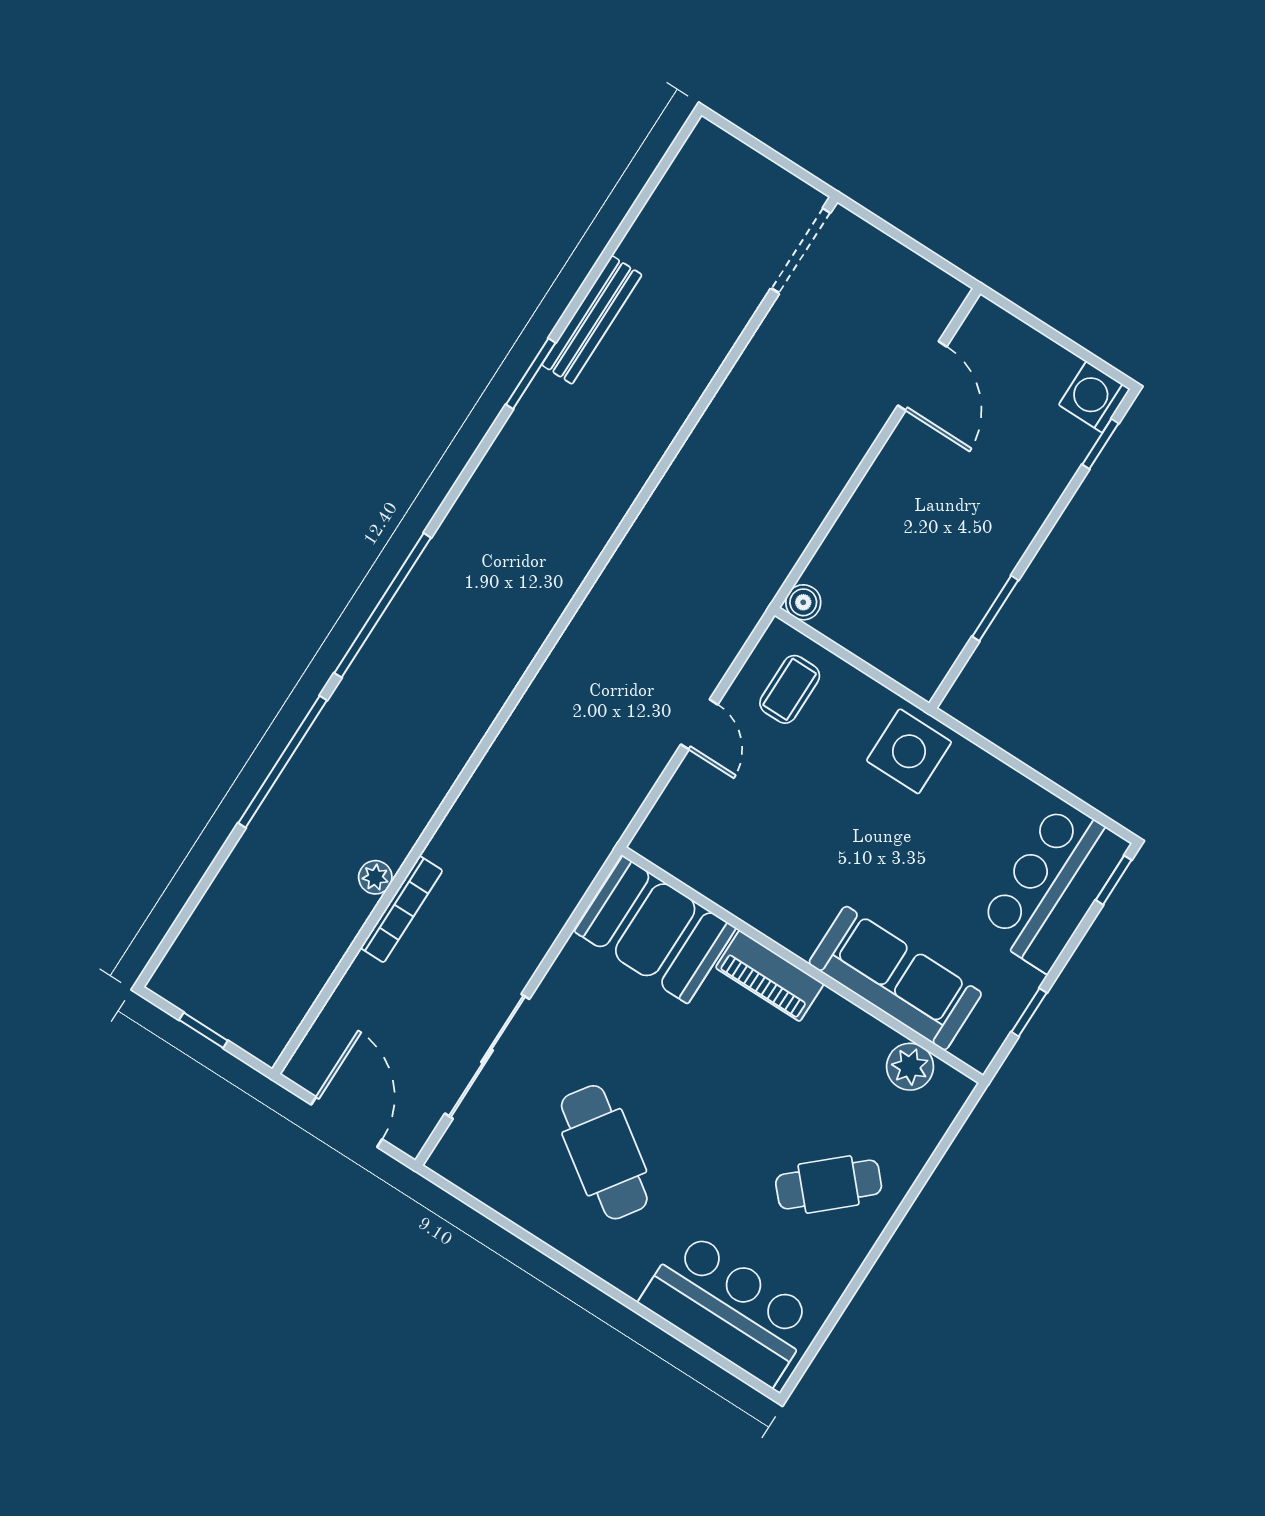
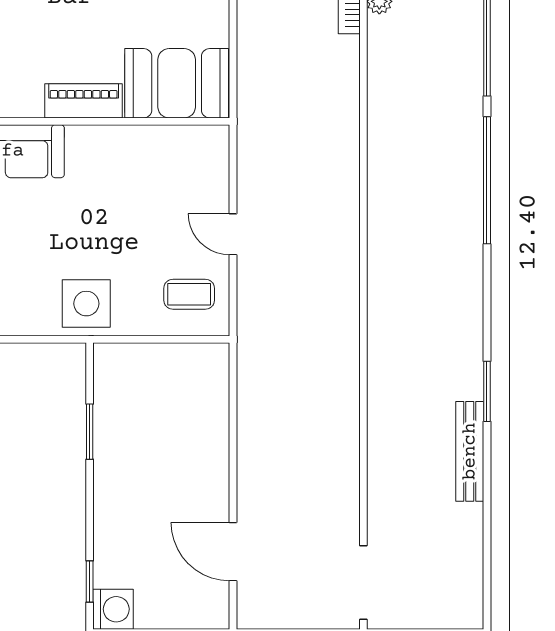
boiler: (803, 602) -> (216, 356), removed
coffee table: (790, 689) -> (189, 294), turned 90

